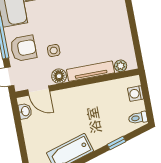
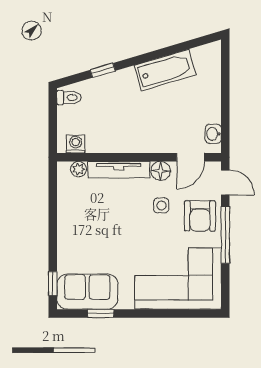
armchair: (23, 48) -> (200, 216), turned -90
door: (39, 91) -> (191, 157), swing flipped
washing machine: (136, 94) -> (76, 144), moved, turned -90

